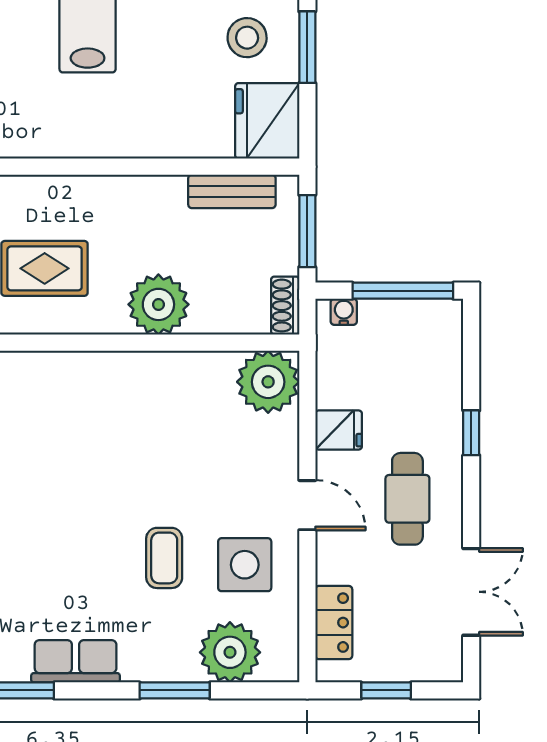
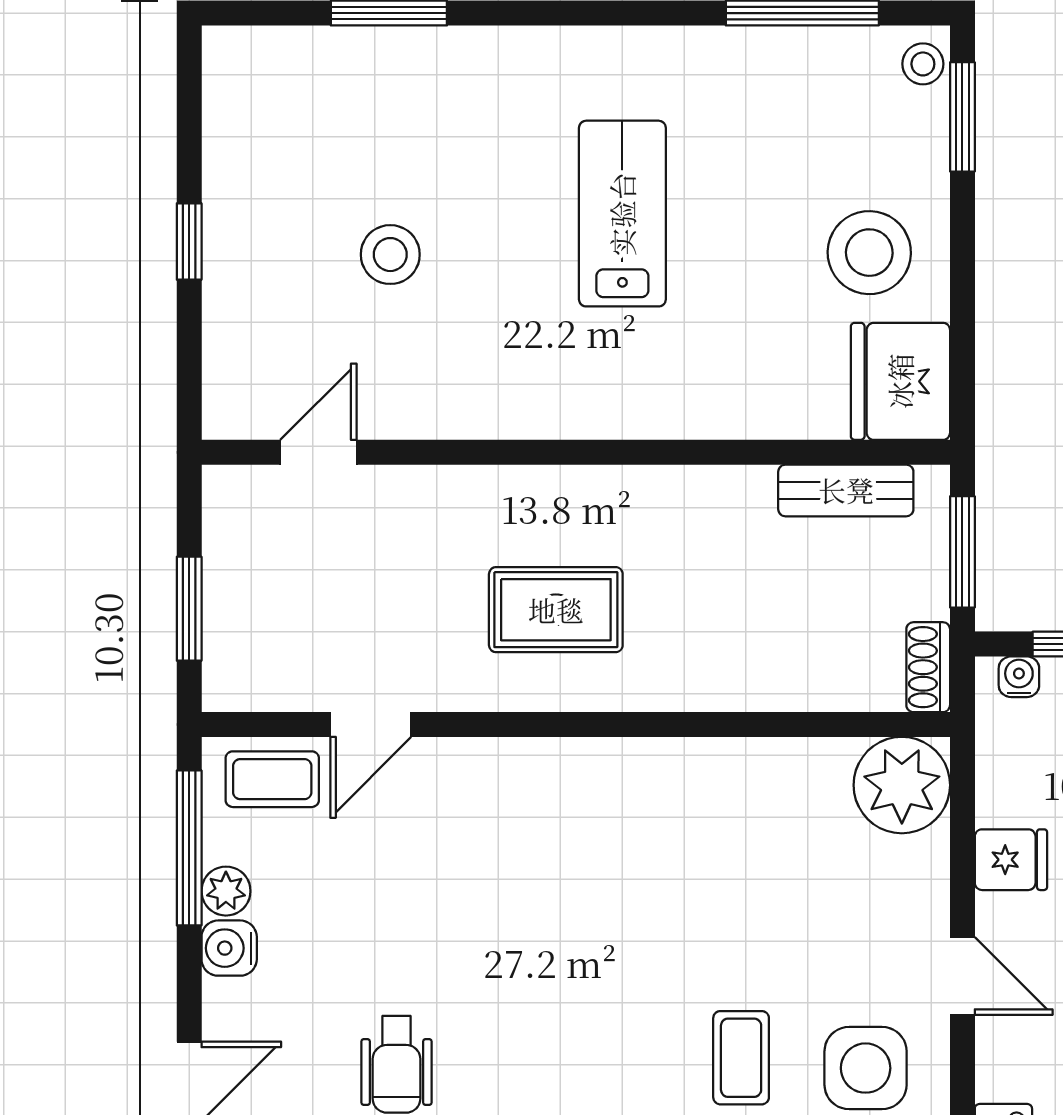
stool: (247, 38) -> (869, 253), width x1.38, depth x1.38
window: (307, 47) -> (962, 267), removed
plant: (158, 304) -> (732, 665), removed

